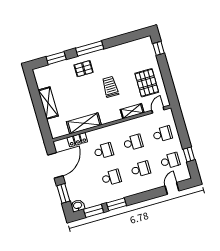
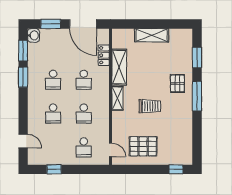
shelving: (132, 111) -> (117, 98), moved
school desk: (170, 161) -> (53, 147), removed

